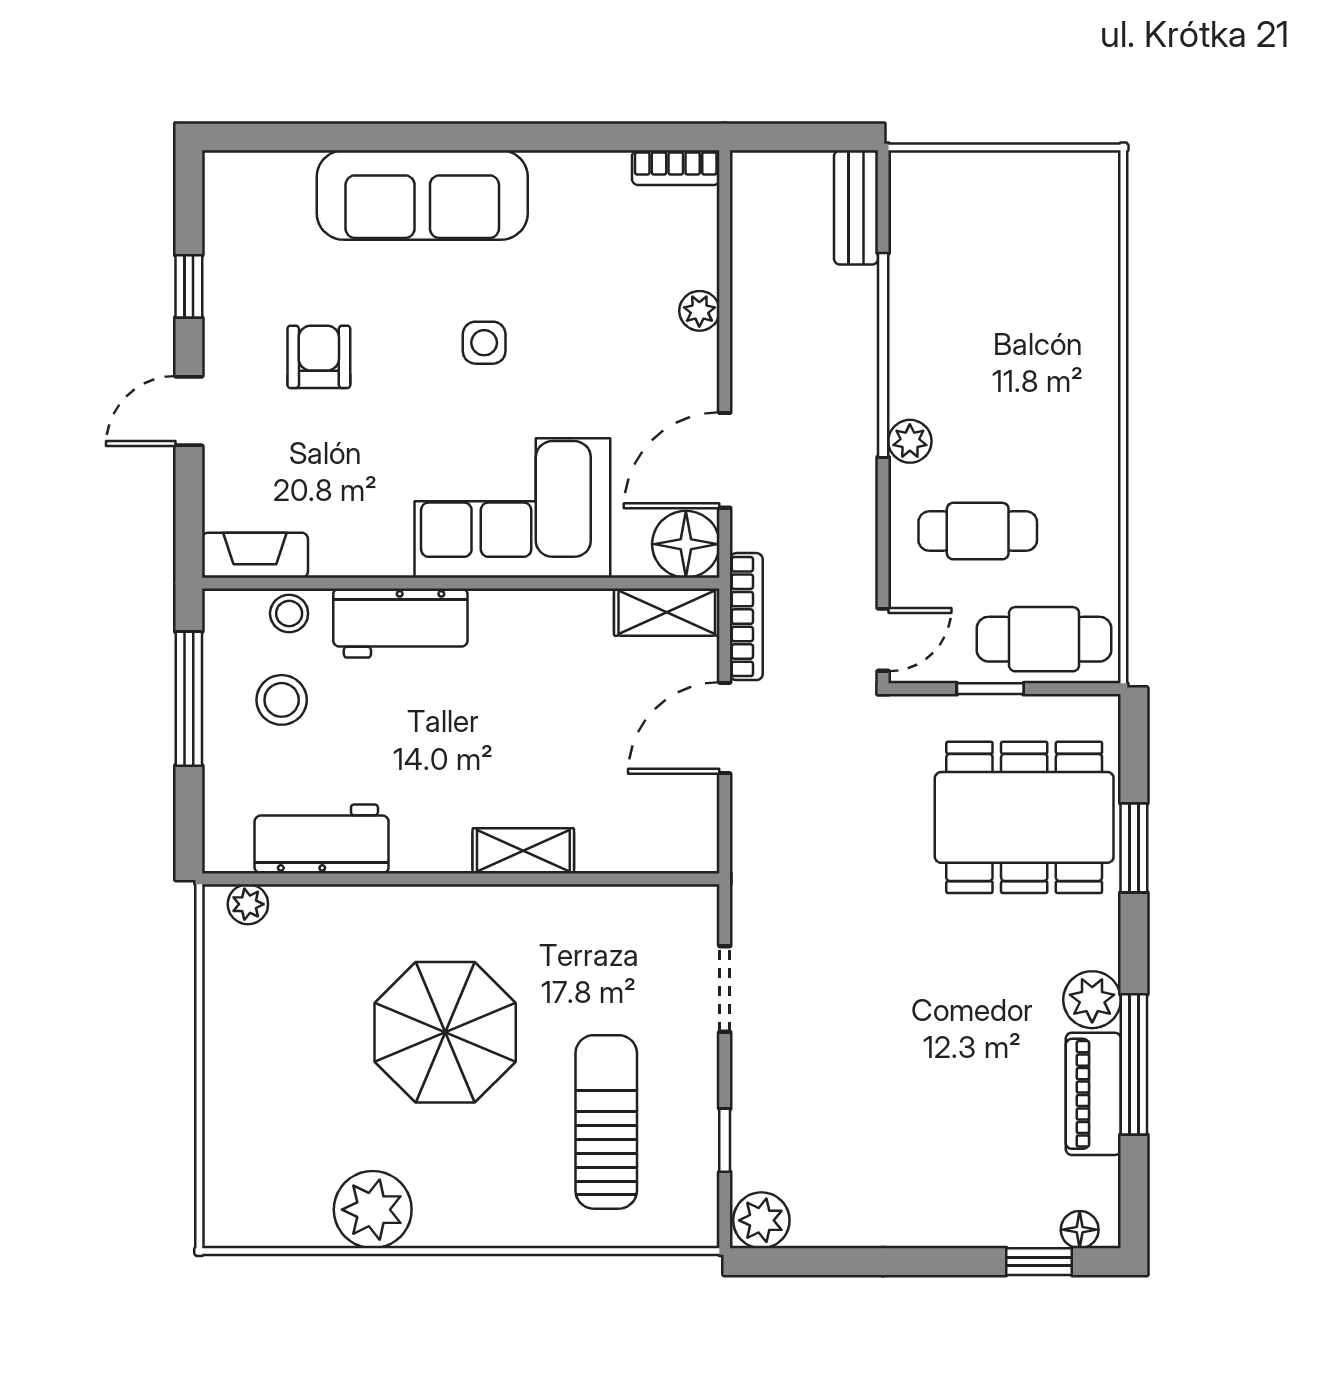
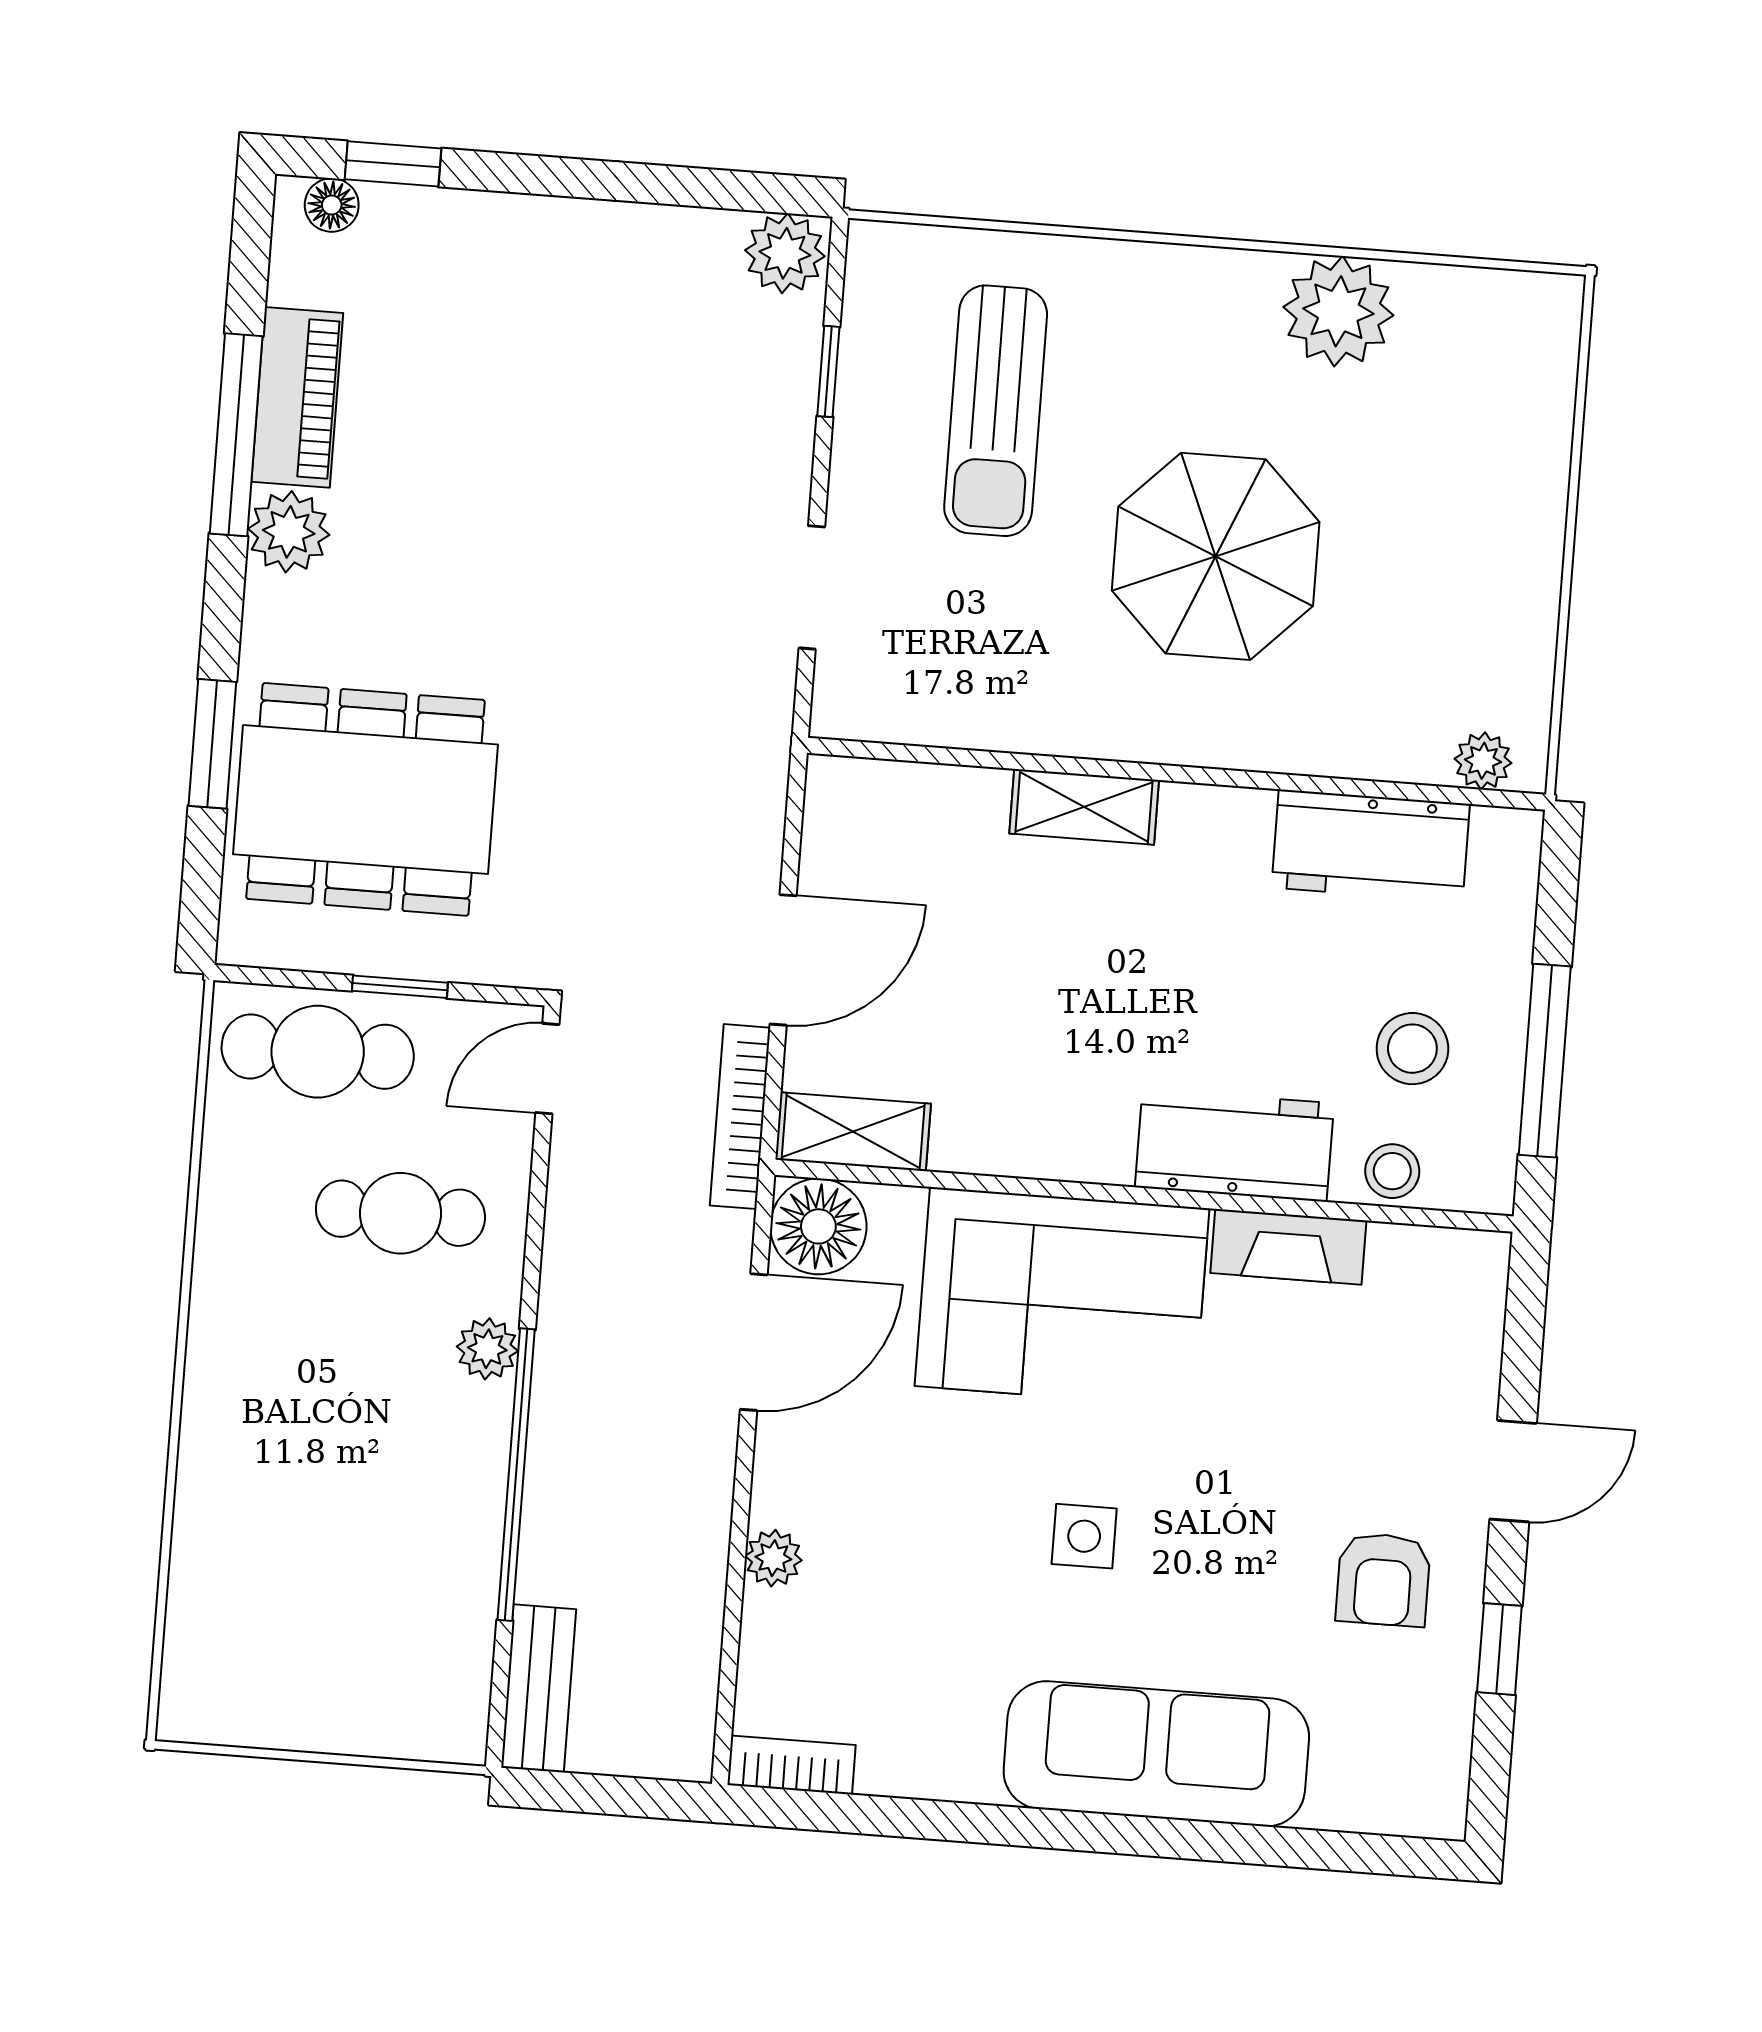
armchair: (319, 357) -> (1383, 1580), moved
fireplace: (255, 555) -> (1288, 1247), moved

